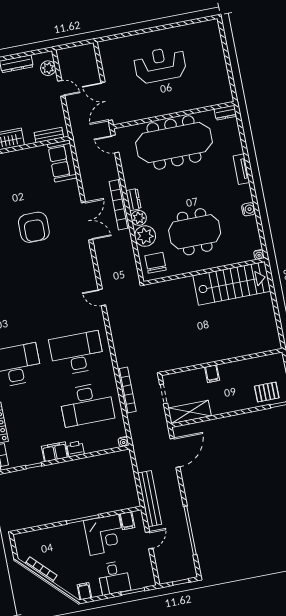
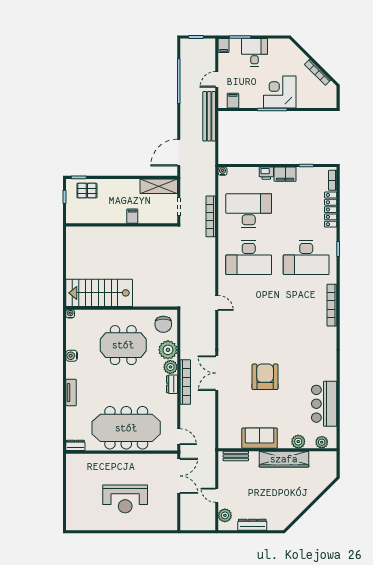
sofa: (62, 161) -> (260, 438), moved, turned -90
corner desk: (104, 535) -> (280, 92), moved
filing cabinet: (84, 591) -> (224, 45), moved

